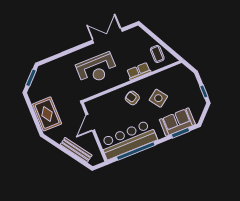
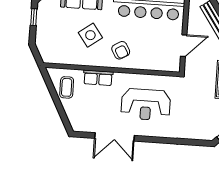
reception desk: (97, 69) -> (146, 105), turned 180

